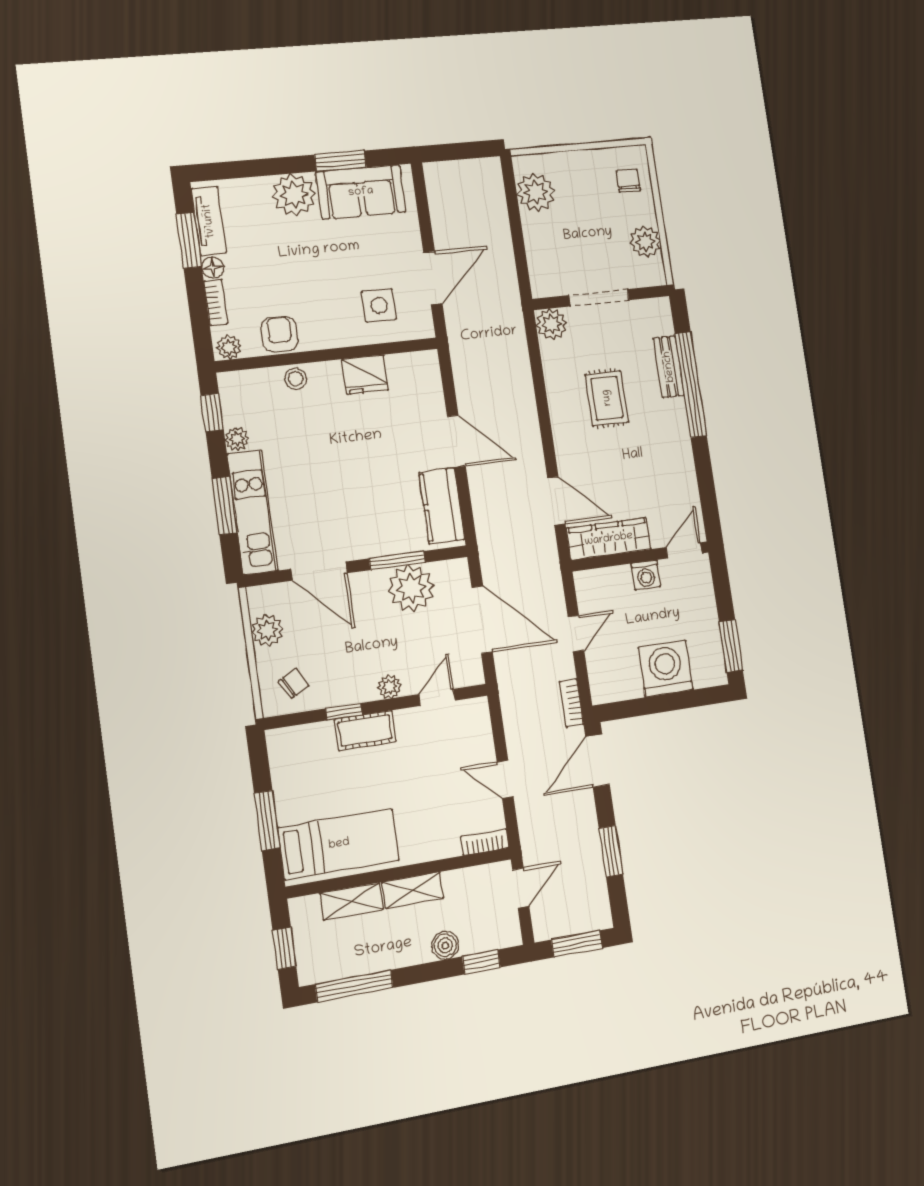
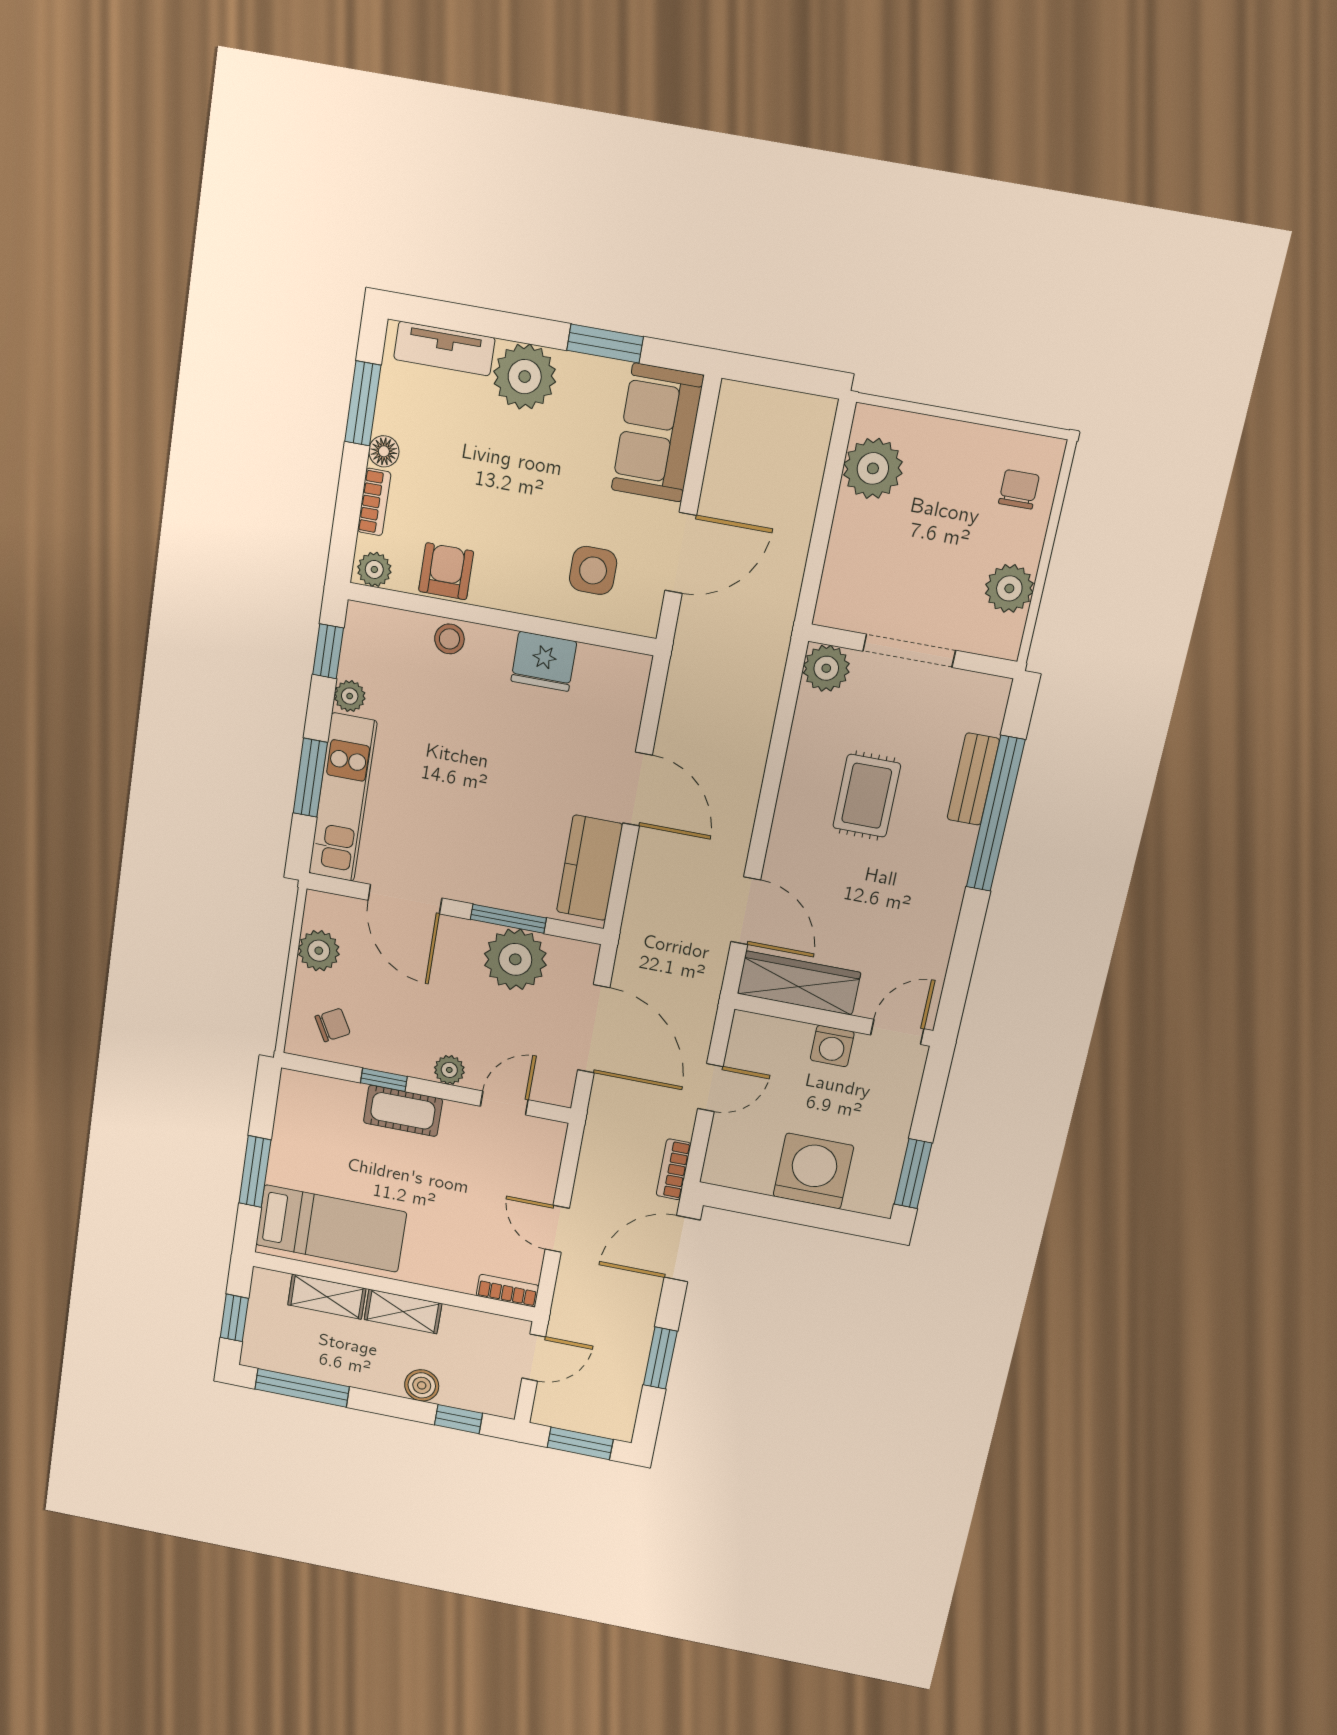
sofa: (361, 192) -> (657, 433), moved, turned 90
tv unit: (209, 221) -> (444, 349), moved, turned 90

